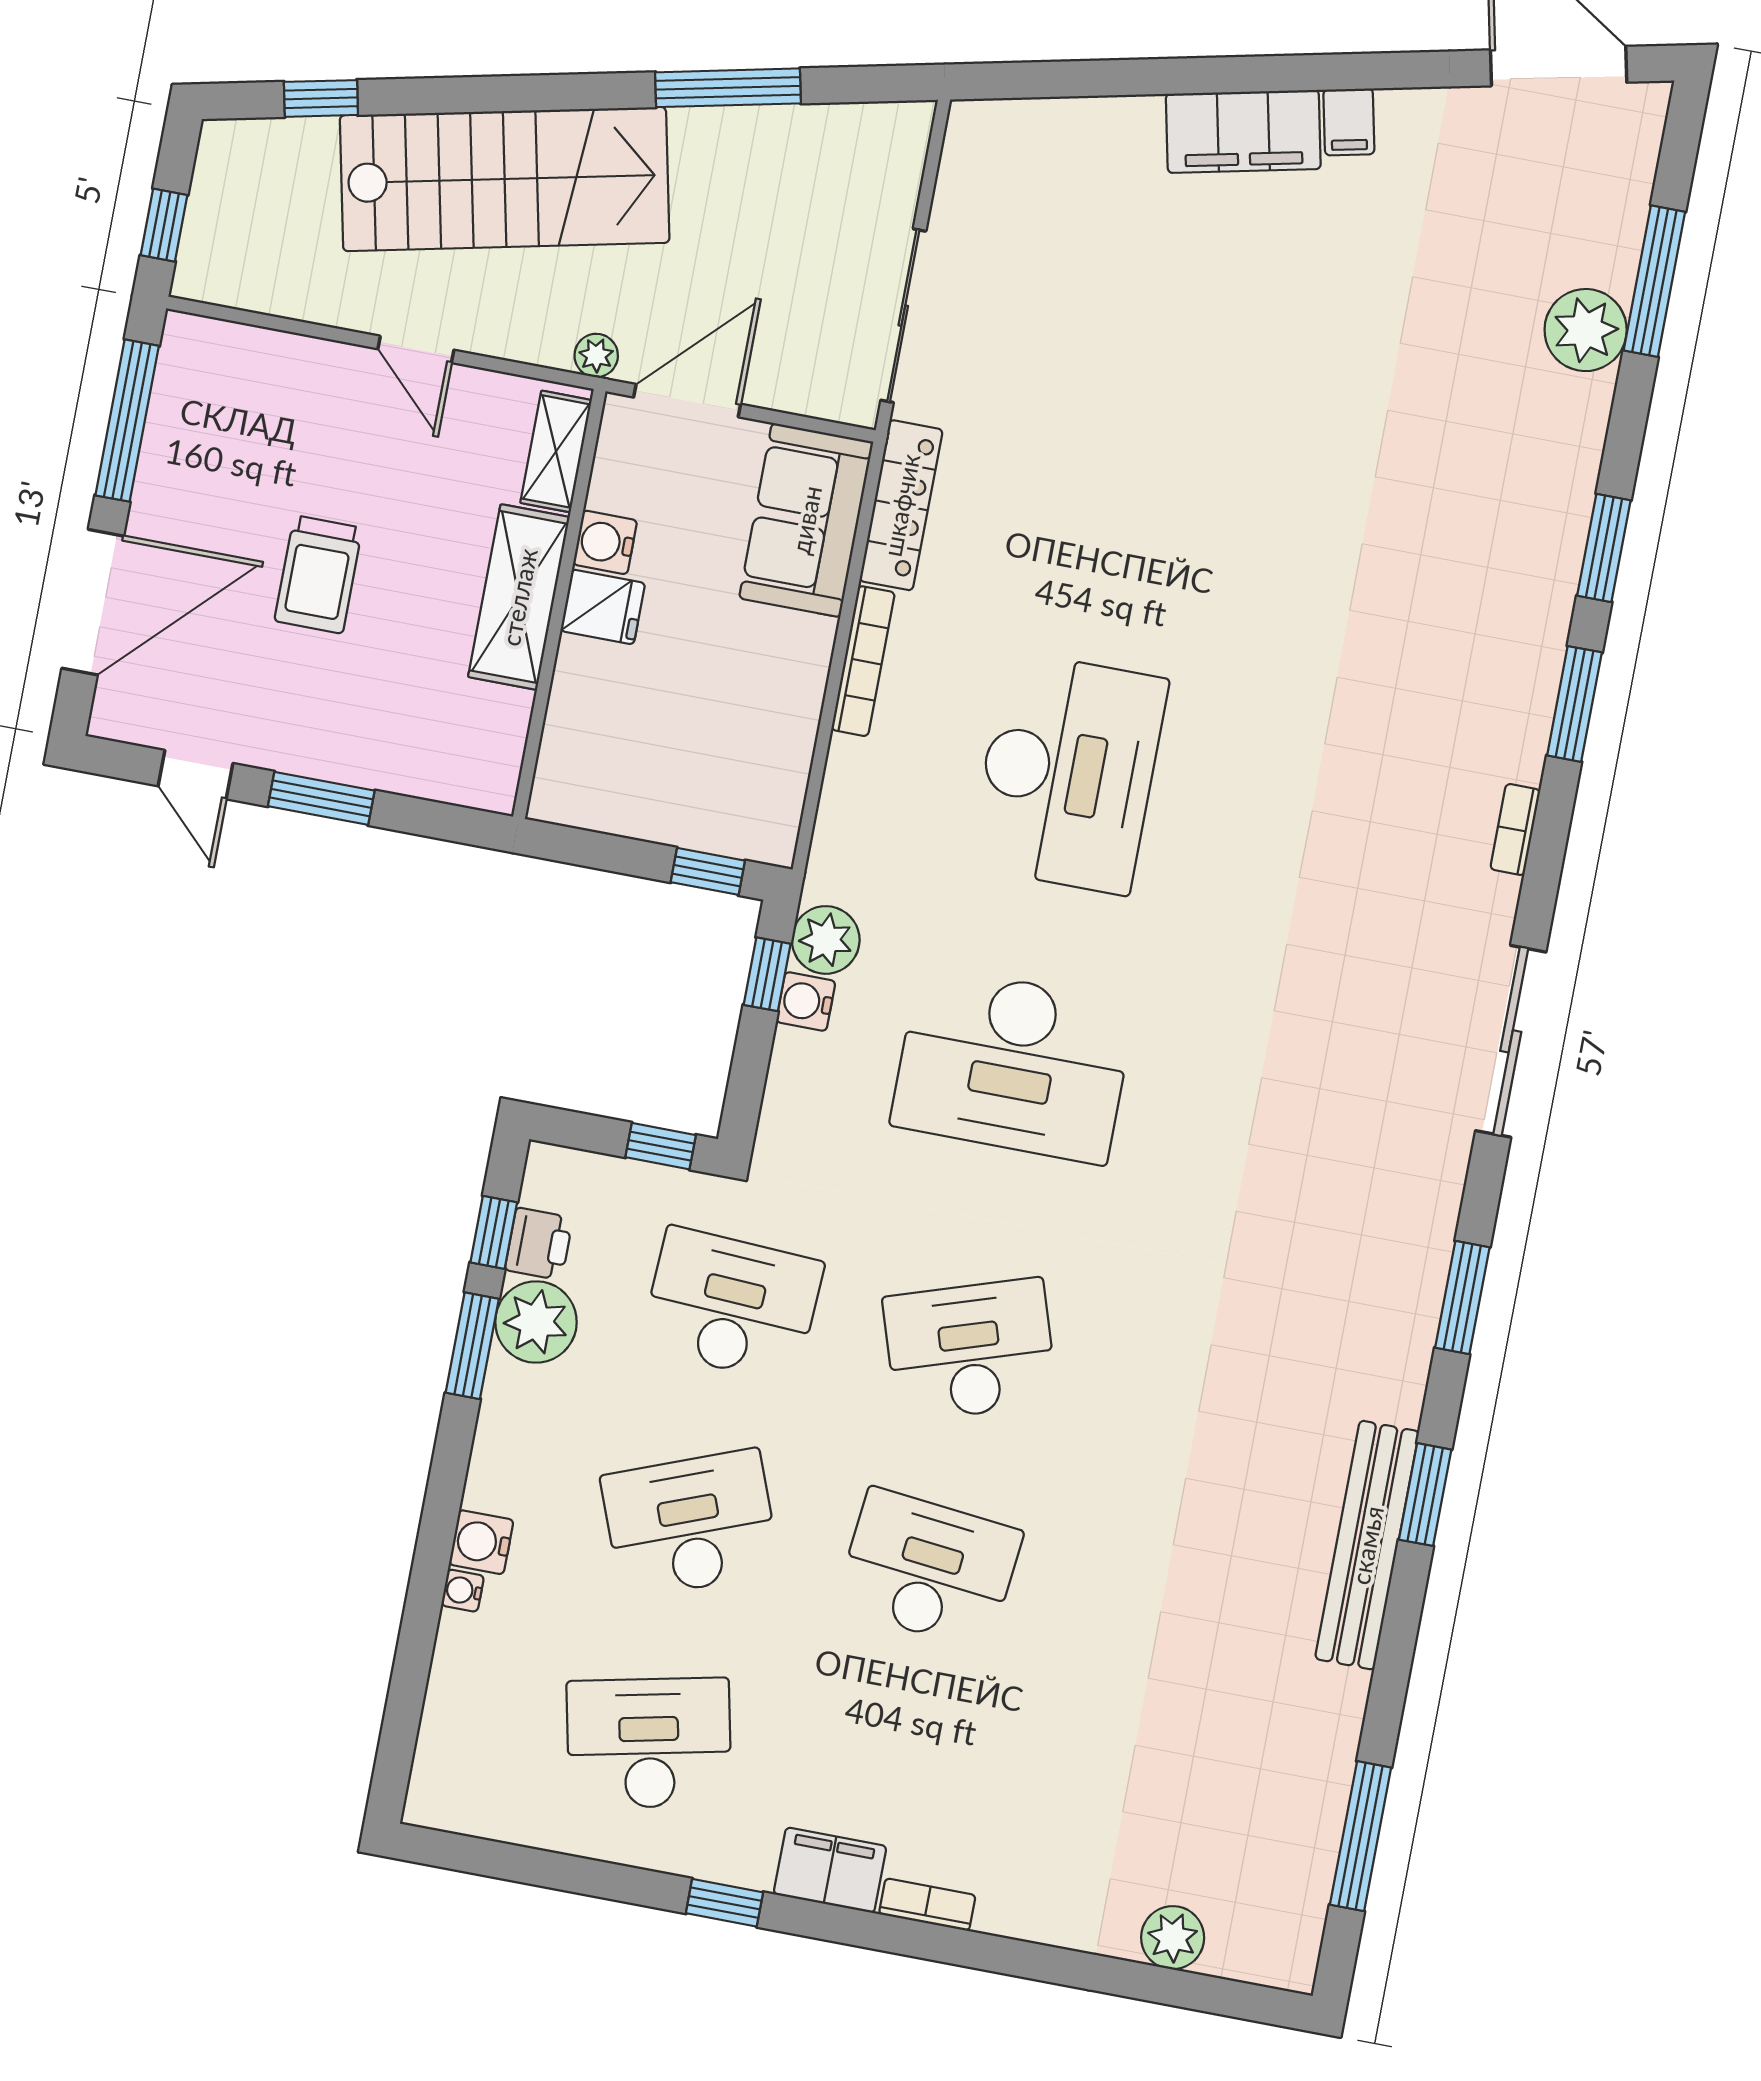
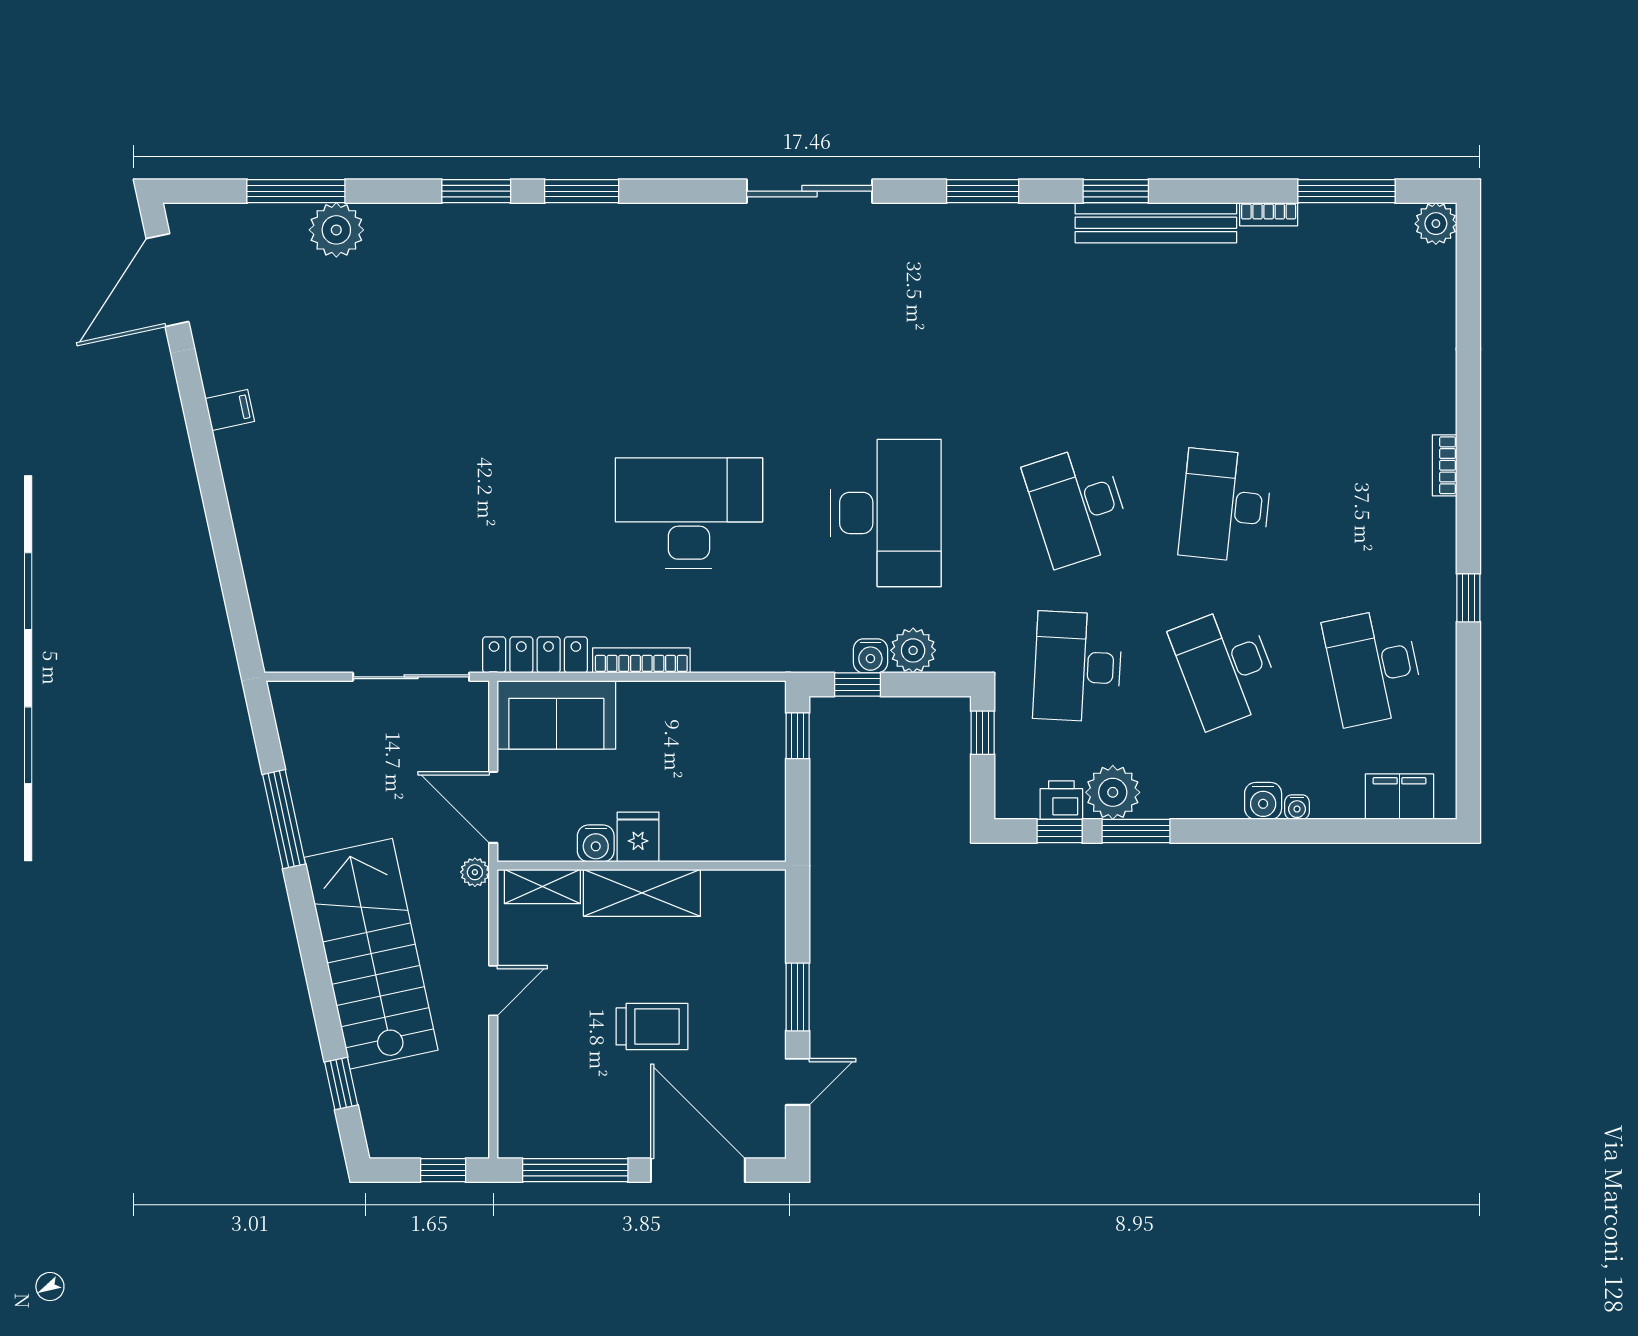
filing cabinet: (1243, 131) -> (249, 478), removed
bookcase: (1515, 830) -> (1269, 214), moved
plant: (826, 940) -> (913, 650), moved
filing cabinet: (830, 1870) -> (1399, 797), moved, turned 90
plant: (1173, 1938) -> (1436, 224), moved

